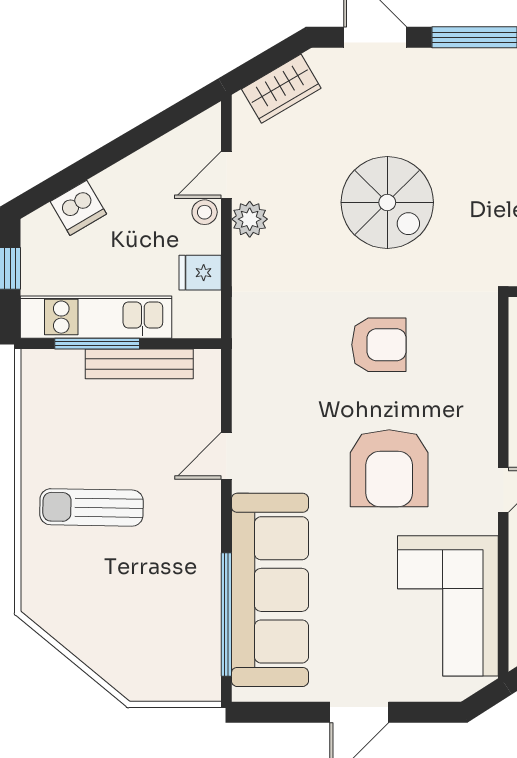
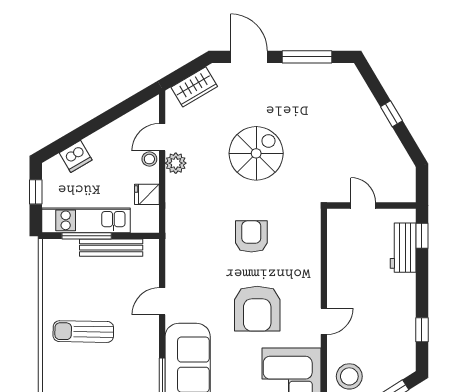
spiral stairs: (387, 202) -> (256, 153), turned -90
armchair: (379, 345) -> (251, 236), turned -90

